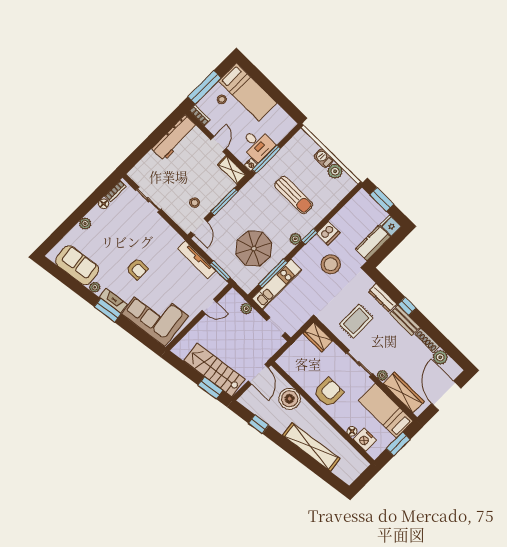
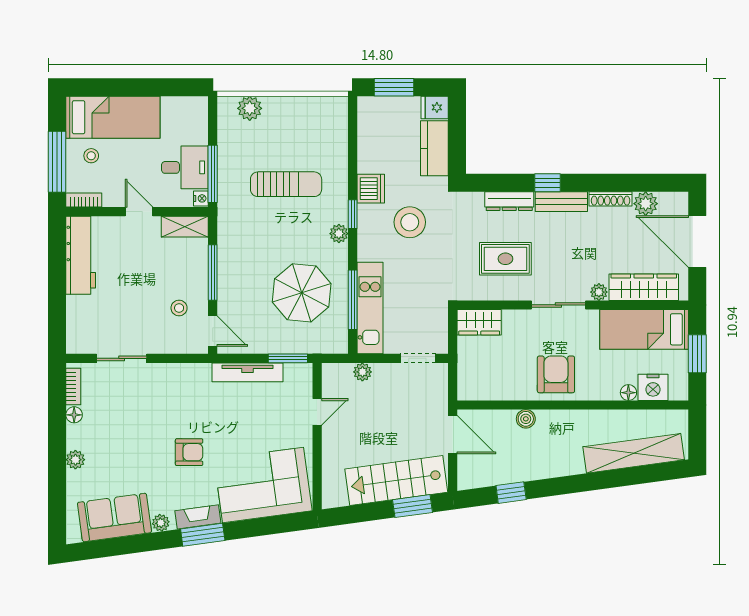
barbecue: (324, 158) -> (278, 106), removed
plant: (335, 171) -> (250, 108), moved
rug: (356, 321) -> (505, 259), turned 90
boiler: (290, 399) -> (526, 419), width x0.54, depth x0.54
shelving: (311, 447) -> (634, 453), moved

